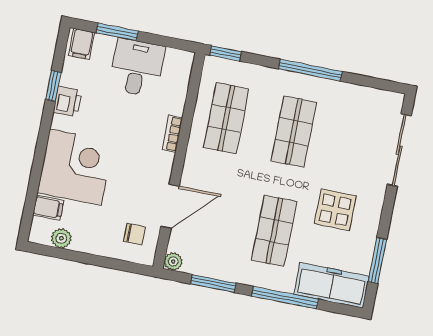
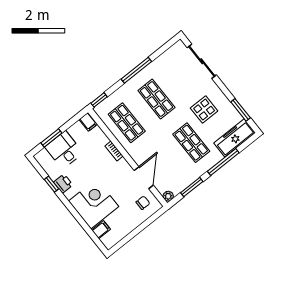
filing cabinet: (81, 44) -> (88, 122), moved
desk: (137, 67) -> (64, 150), moved
plant: (61, 238) -> (119, 235), removed

